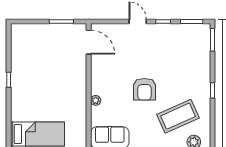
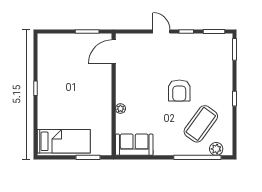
door: (89, 42) -> (114, 52), swing flipped
armchair: (144, 89) -> (179, 91), moved
coffee table: (178, 116) -> (201, 124), turned -30

